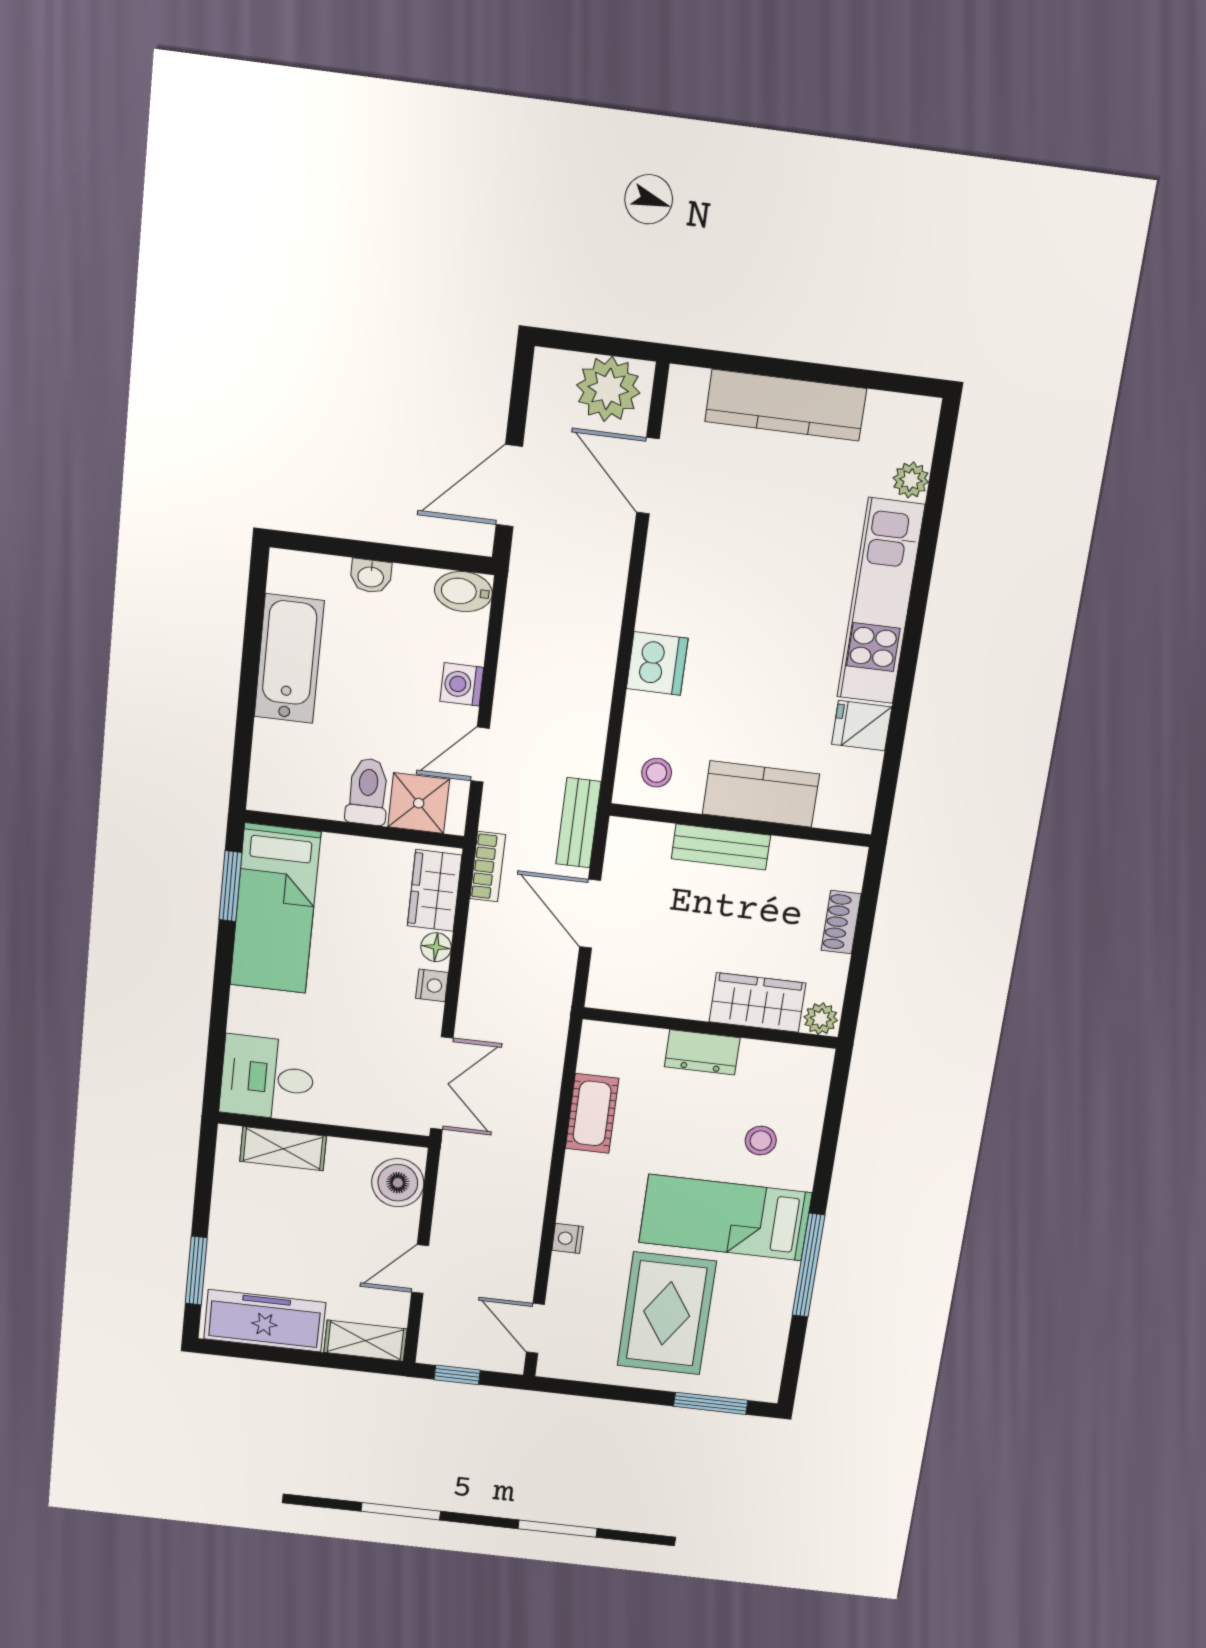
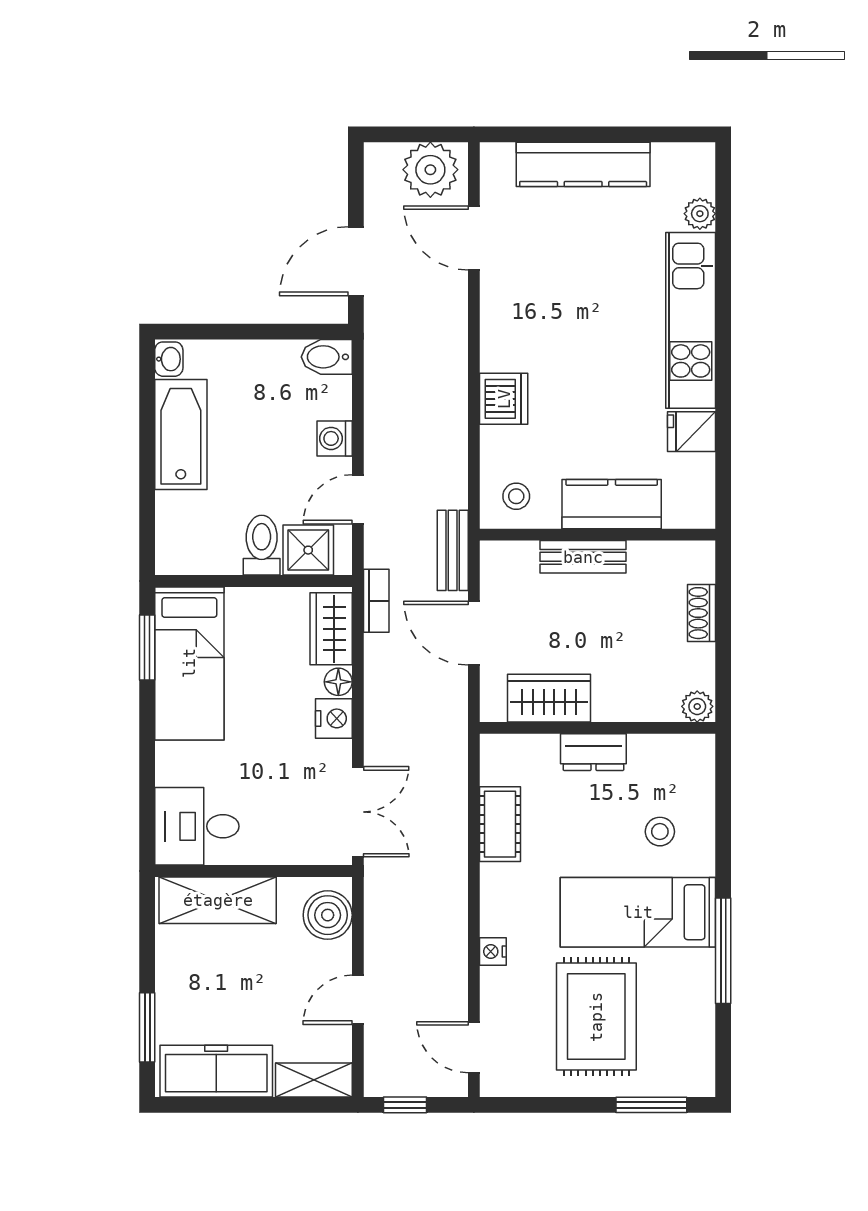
washbasin: (371, 576) -> (169, 359), moved, turned -90
nightstand: (432, 985) -> (334, 718), width x1.39, depth x1.35
wardrobe: (757, 1002) -> (549, 698), moved
shelving: (283, 1149) -> (218, 900), width x1.50, depth x1.33

